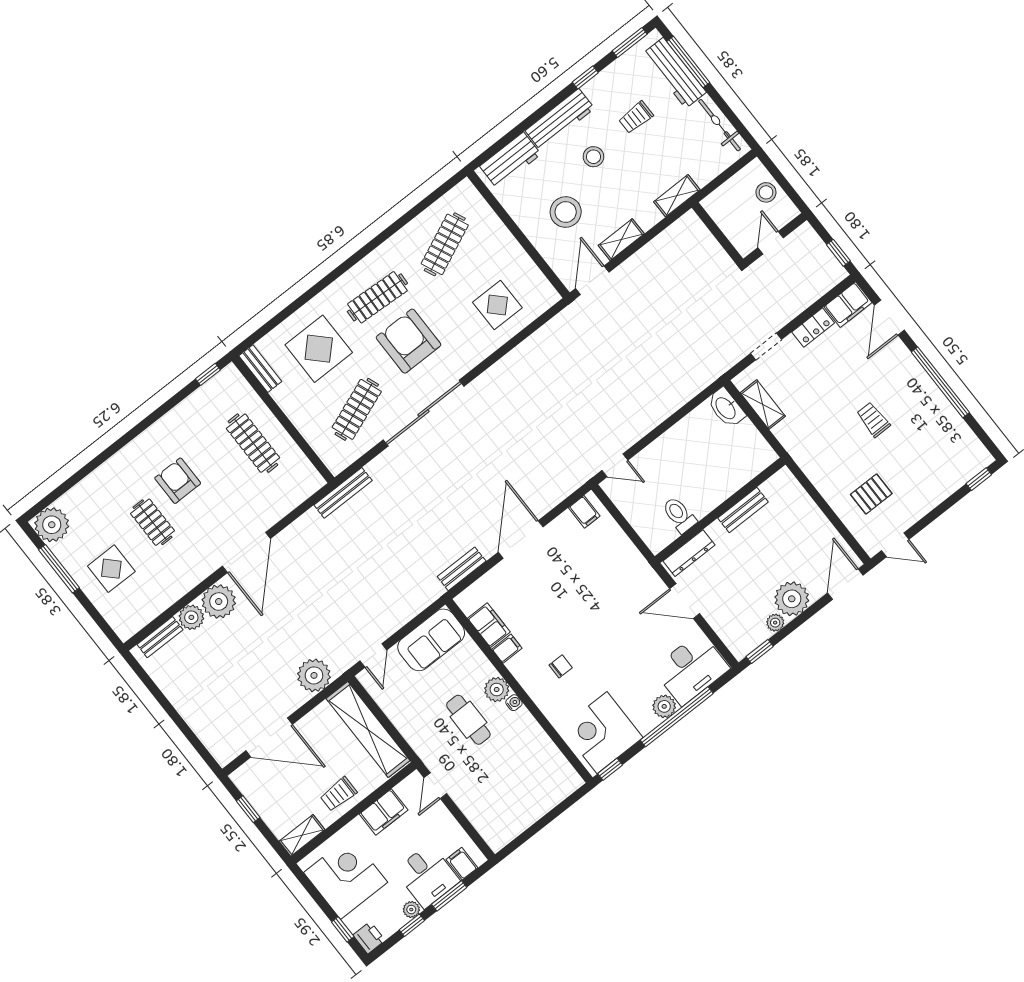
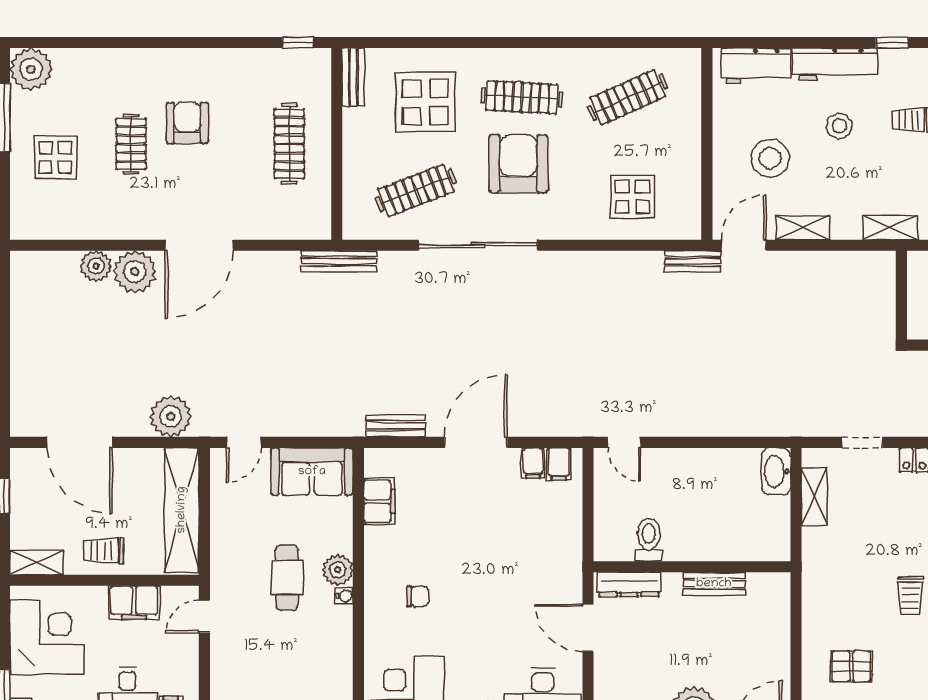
trolley: (873, 420) -> (910, 596), turned 180
bench: (160, 637) -> (693, 261), moved
filing cabinet: (507, 649) -> (533, 463), moved, turned 90

